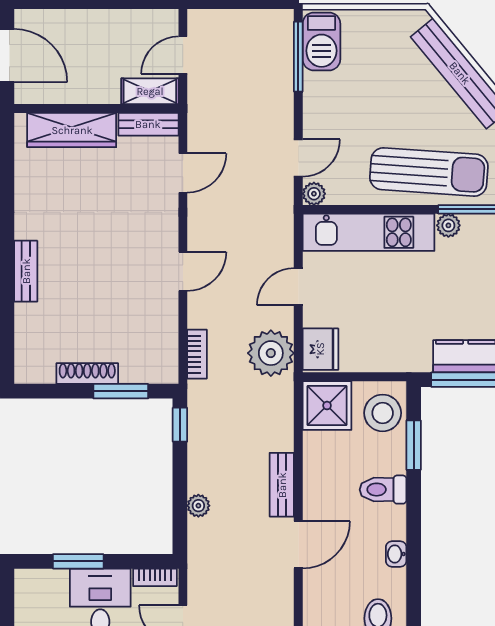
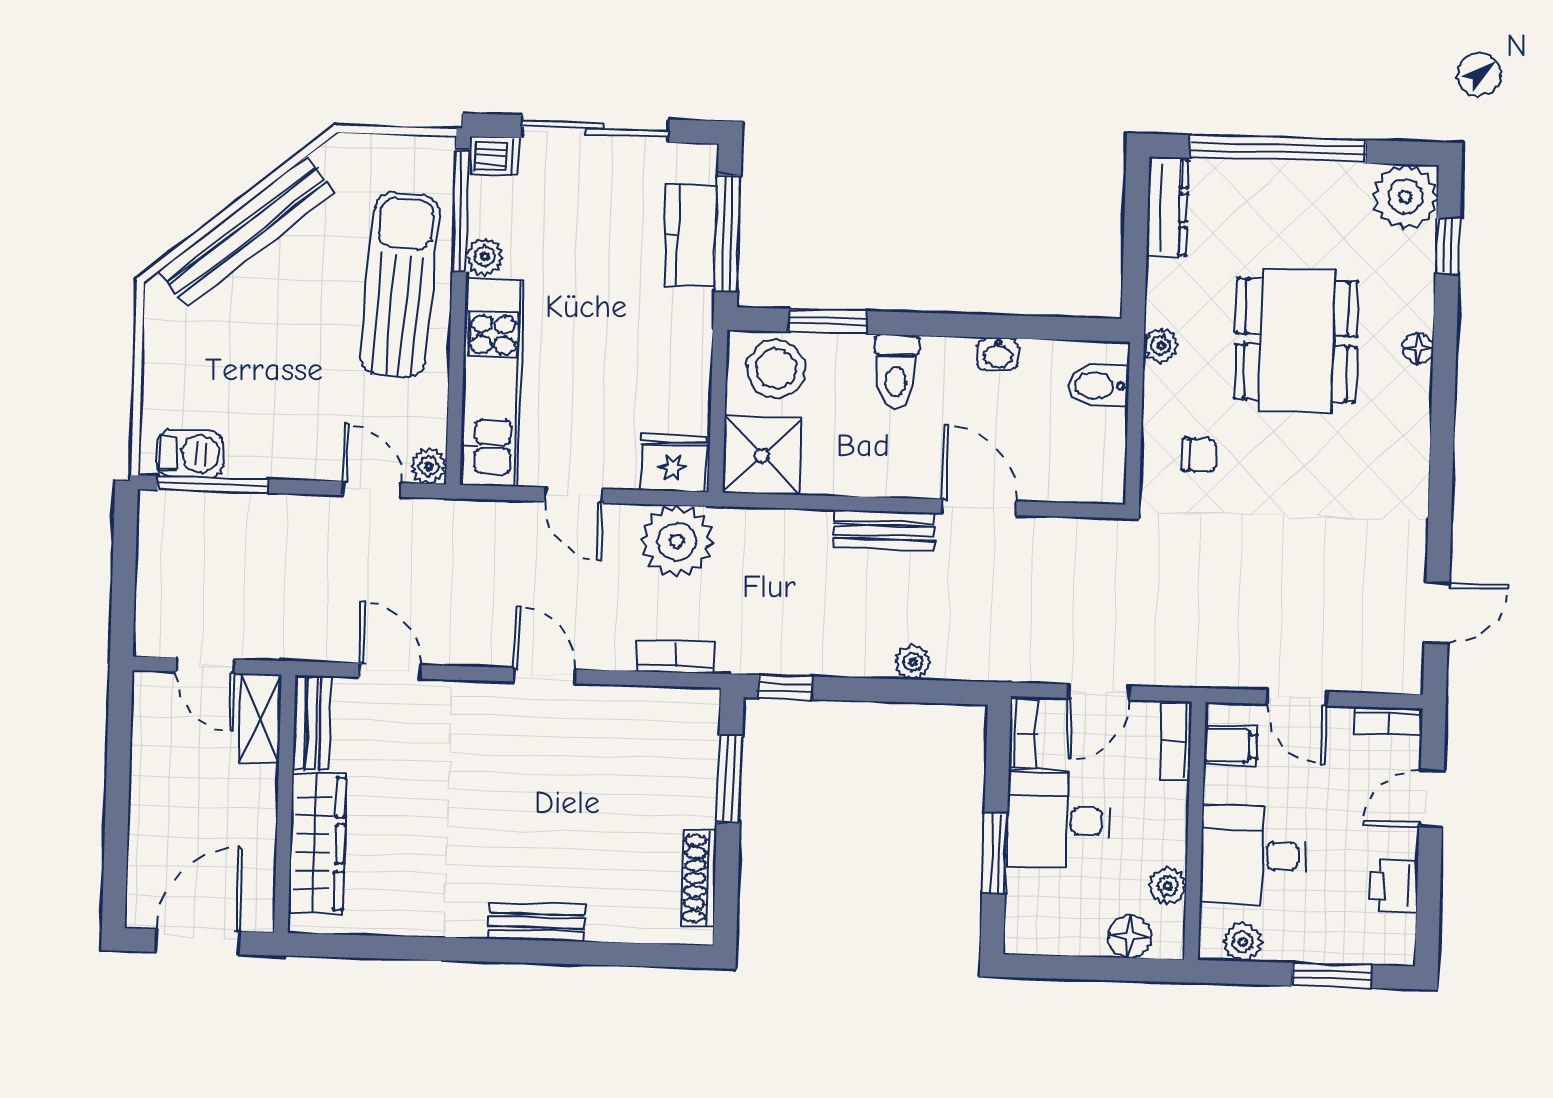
barbecue: (321, 41) -> (190, 454), width x0.73, depth x0.79
shoe rack: (87, 373) -> (699, 878), moved

